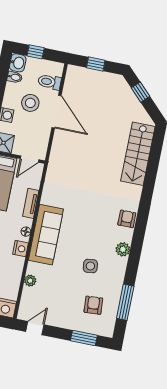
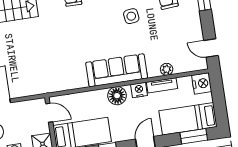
tv unit: (31, 203) -> (162, 85), moved
floor lamp: (26, 232) -> (117, 96), width x1.89, depth x1.89

